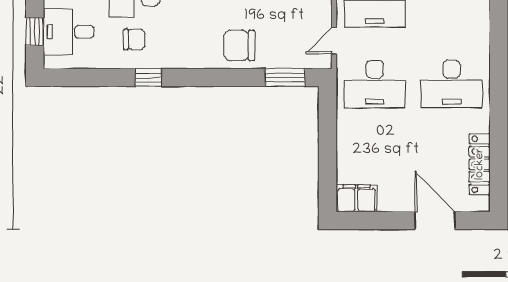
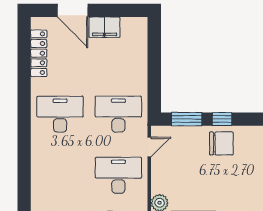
window: (238, 77) -> (222, 119), added
filing cabinet: (357, 198) -> (104, 27), moved

